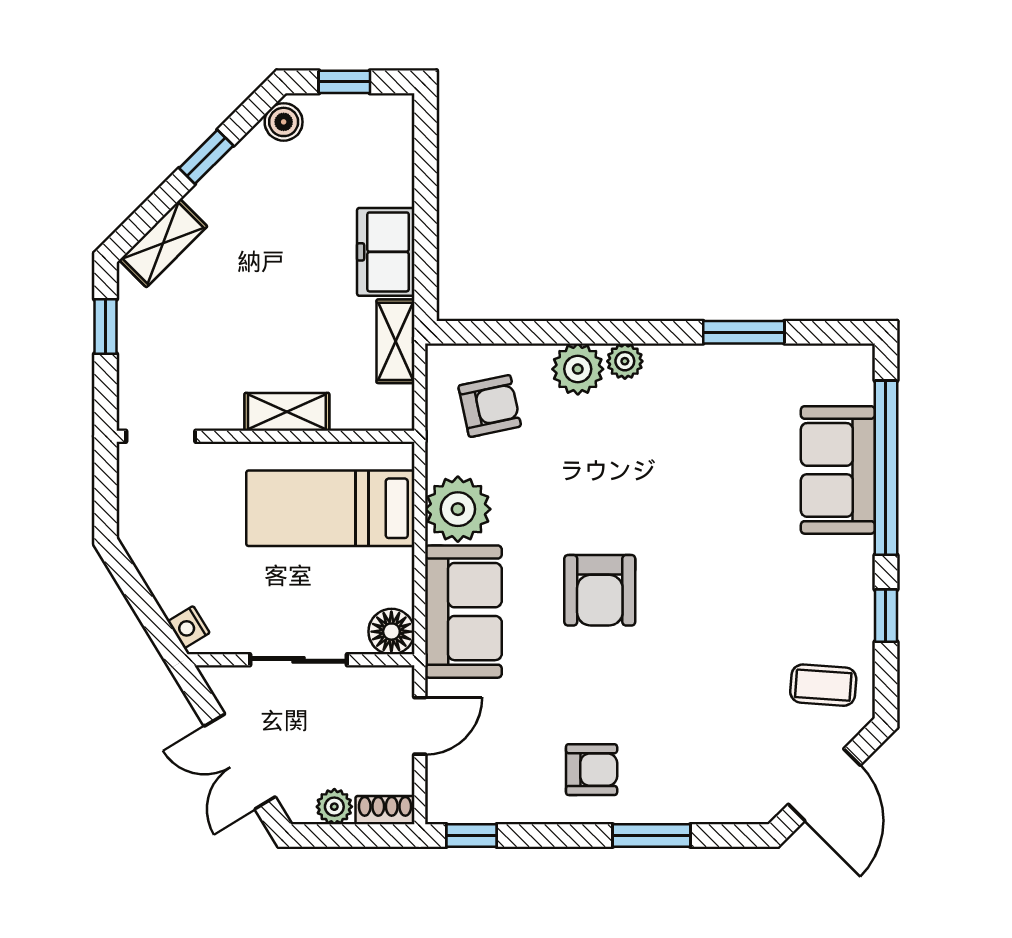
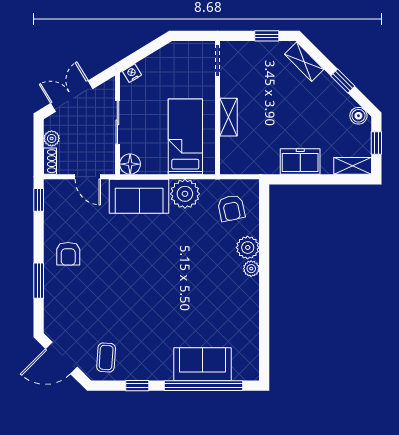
window: (744, 332) -> (264, 322), removed
shelving: (396, 341) -> (353, 166), moved
armchair: (600, 590) -> (149, 257), removed

